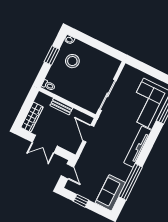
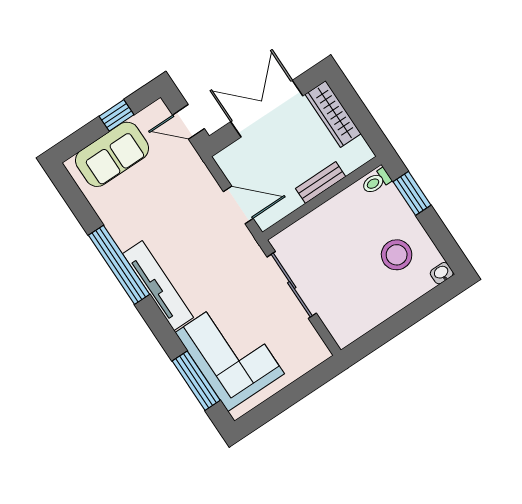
window: (52, 56) -> (412, 193), moved
double door: (45, 144) -> (267, 109), width x1.37
window: (131, 182) -> (119, 265), moved
sofa: (110, 193) -> (112, 154), moved, turned 90

